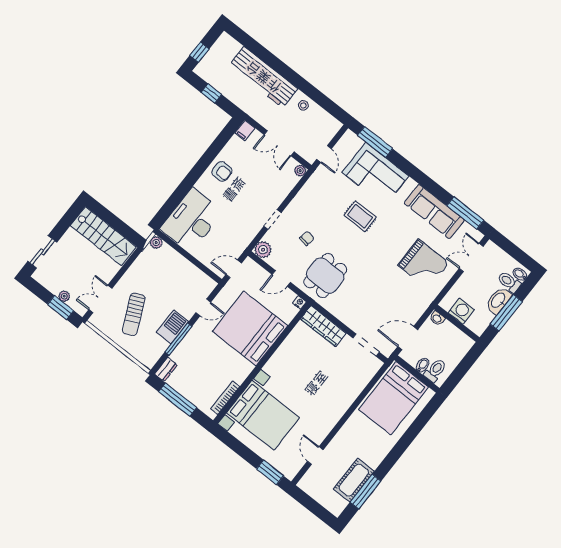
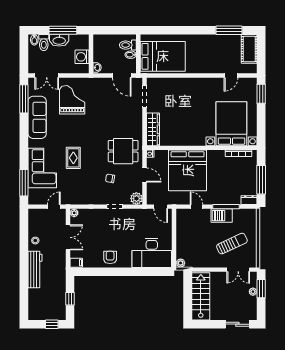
workbench: (263, 77) -> (35, 270), width x0.73, depth x0.76
cot: (354, 480) -> (249, 49), moved, turned 90

